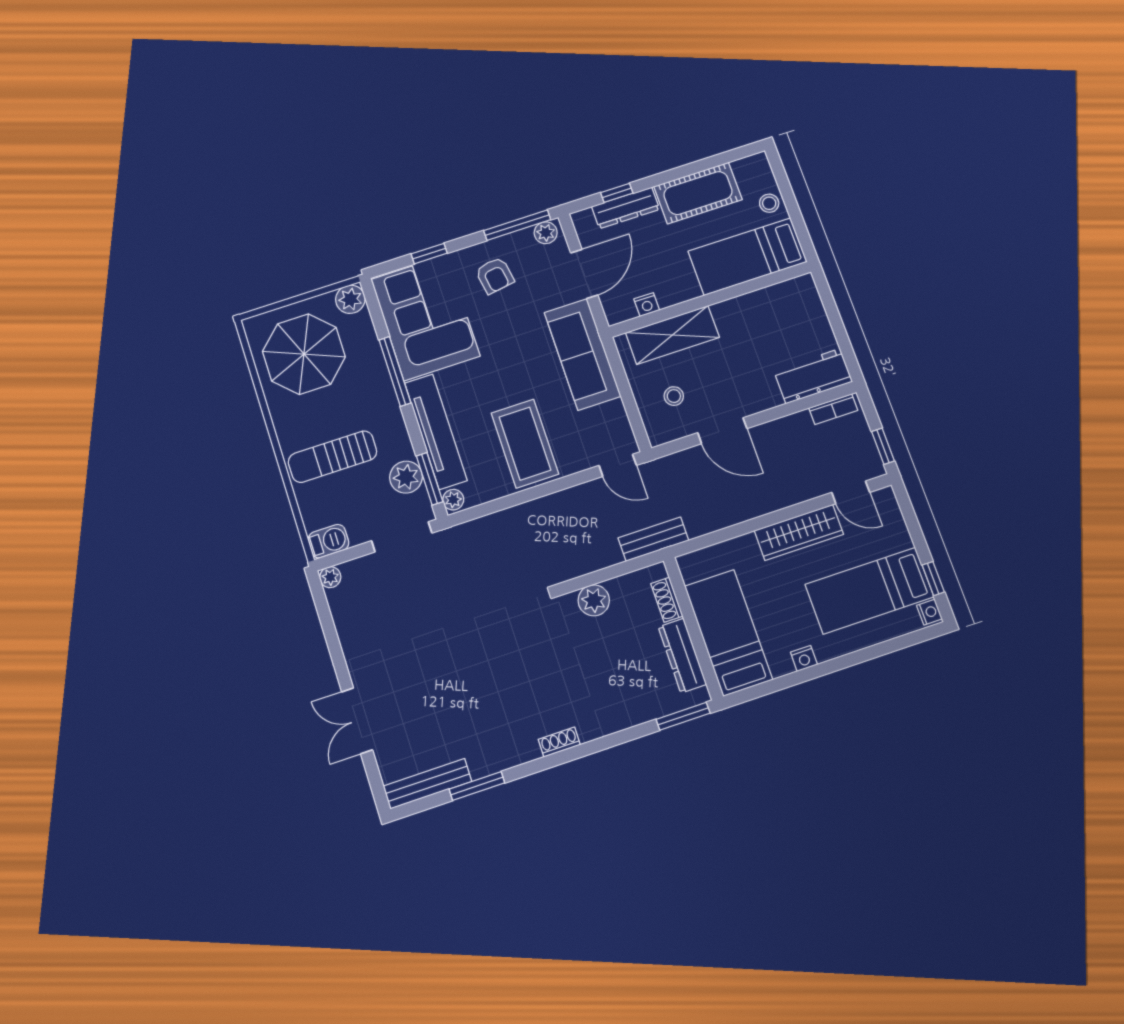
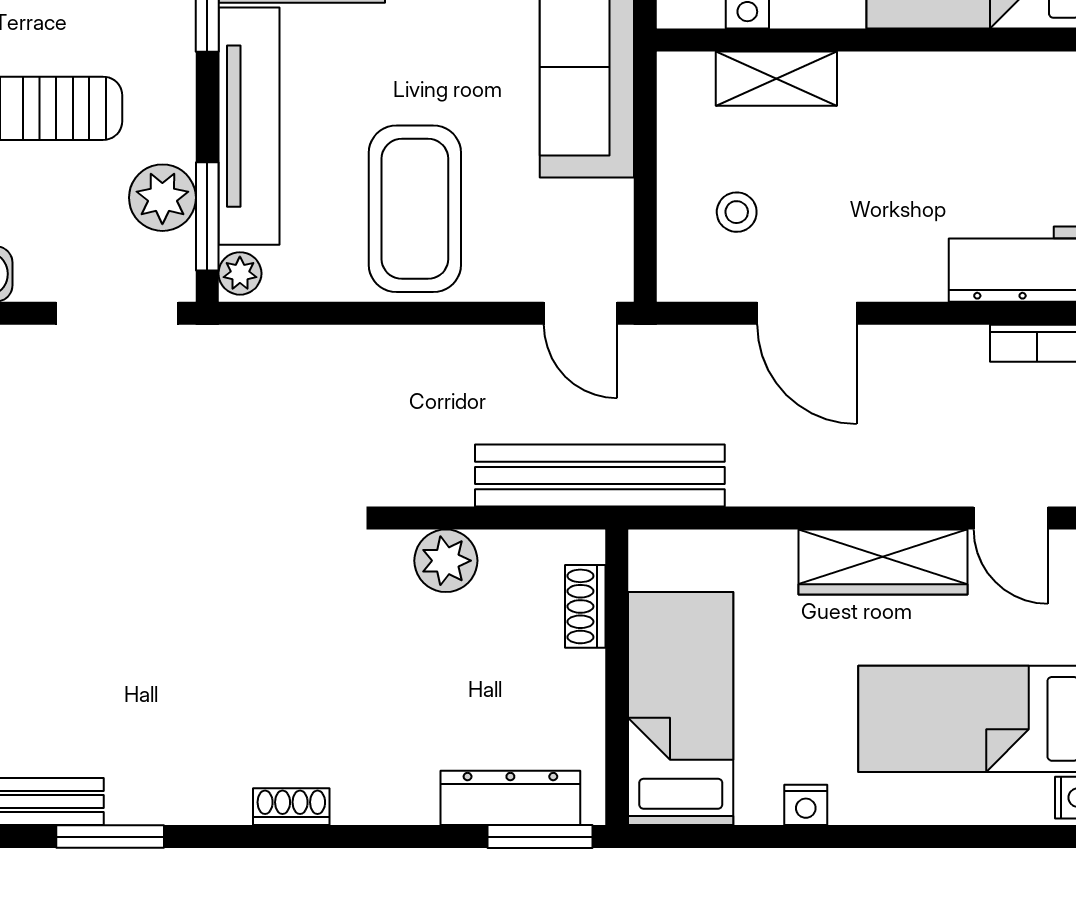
shelving: (672, 335) -> (776, 79), width x0.67, depth x0.75
bench: (653, 539) -> (600, 476), width x1.86, depth x1.21
dresser: (682, 656) -> (510, 798), moved, turned 90

